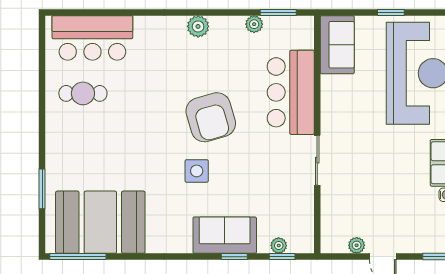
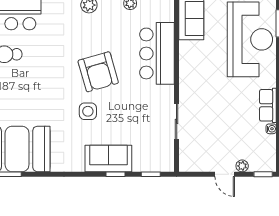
sliding door: (317, 160) -> (177, 121), moved
plant: (279, 245) -> (148, 166), removed
plant: (357, 245) -> (242, 166), moved

